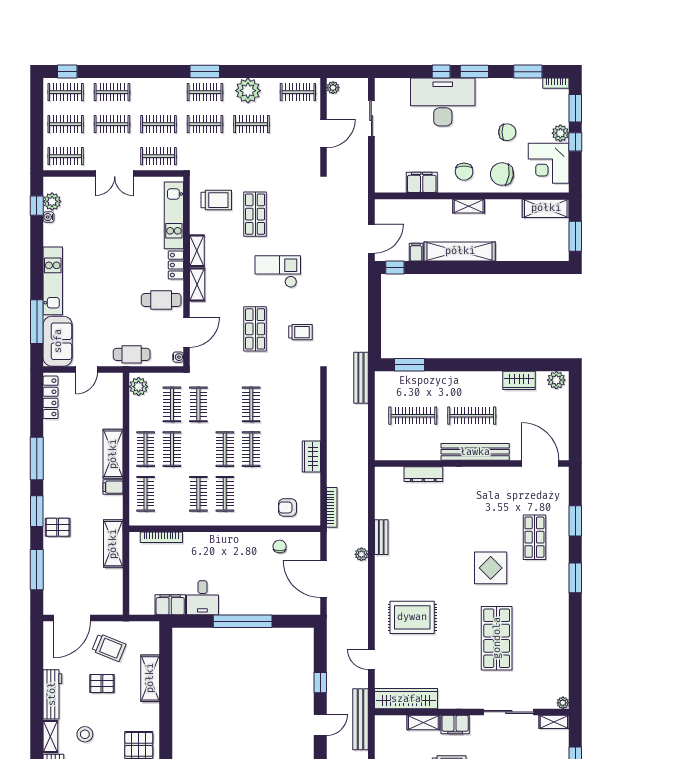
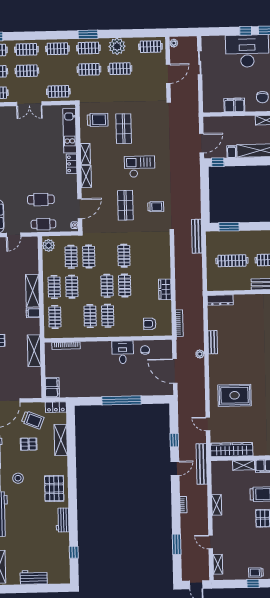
clothes rail: (159, 124) -> (57, 49), moved
cafe table: (161, 300) -> (41, 200), moved
dresser: (423, 474) -> (220, 300), moved
desk: (202, 598) -> (123, 352), moved, turned 180
filing cabinet: (170, 605) -> (52, 388), moved, turned 90
locker: (144, 629) -> (56, 407), added

